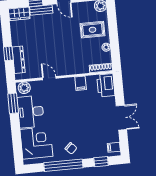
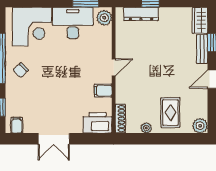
door: (49, 78) -> (114, 67), moved

